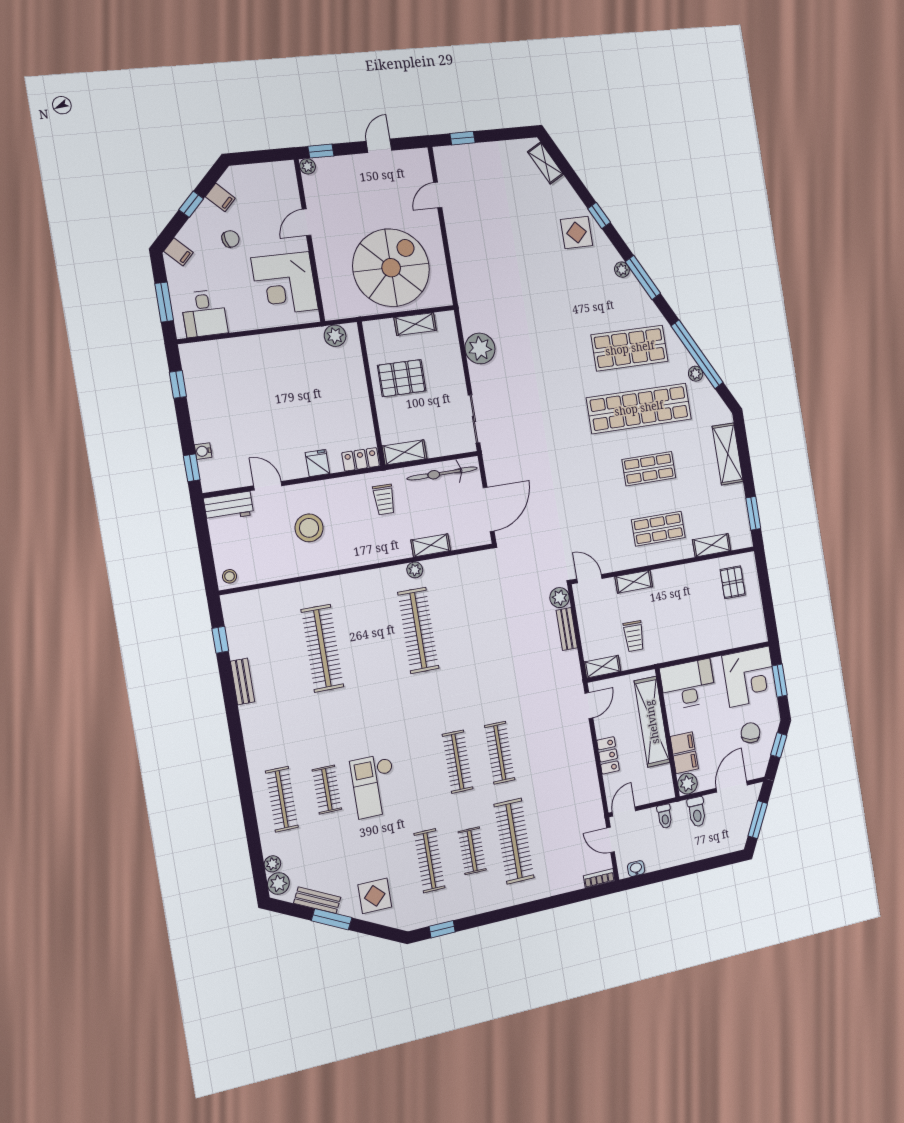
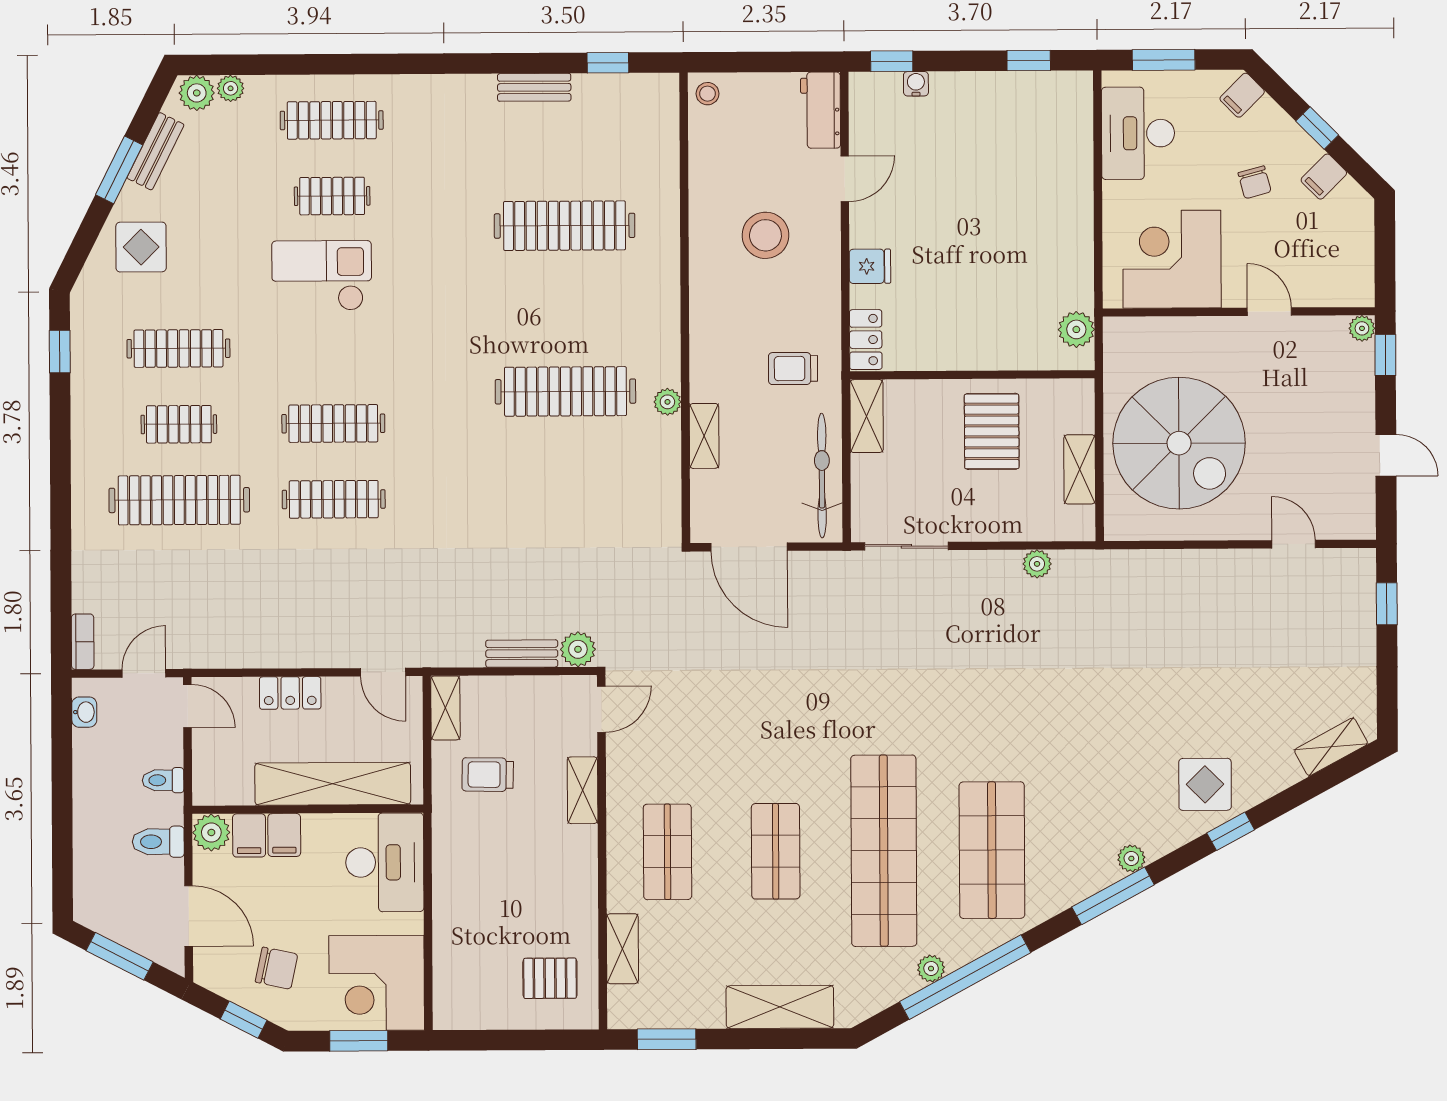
desk: (204, 313) -> (1138, 133), width x1.37
plant: (480, 348) -> (1037, 564), width x0.53, depth x0.53

